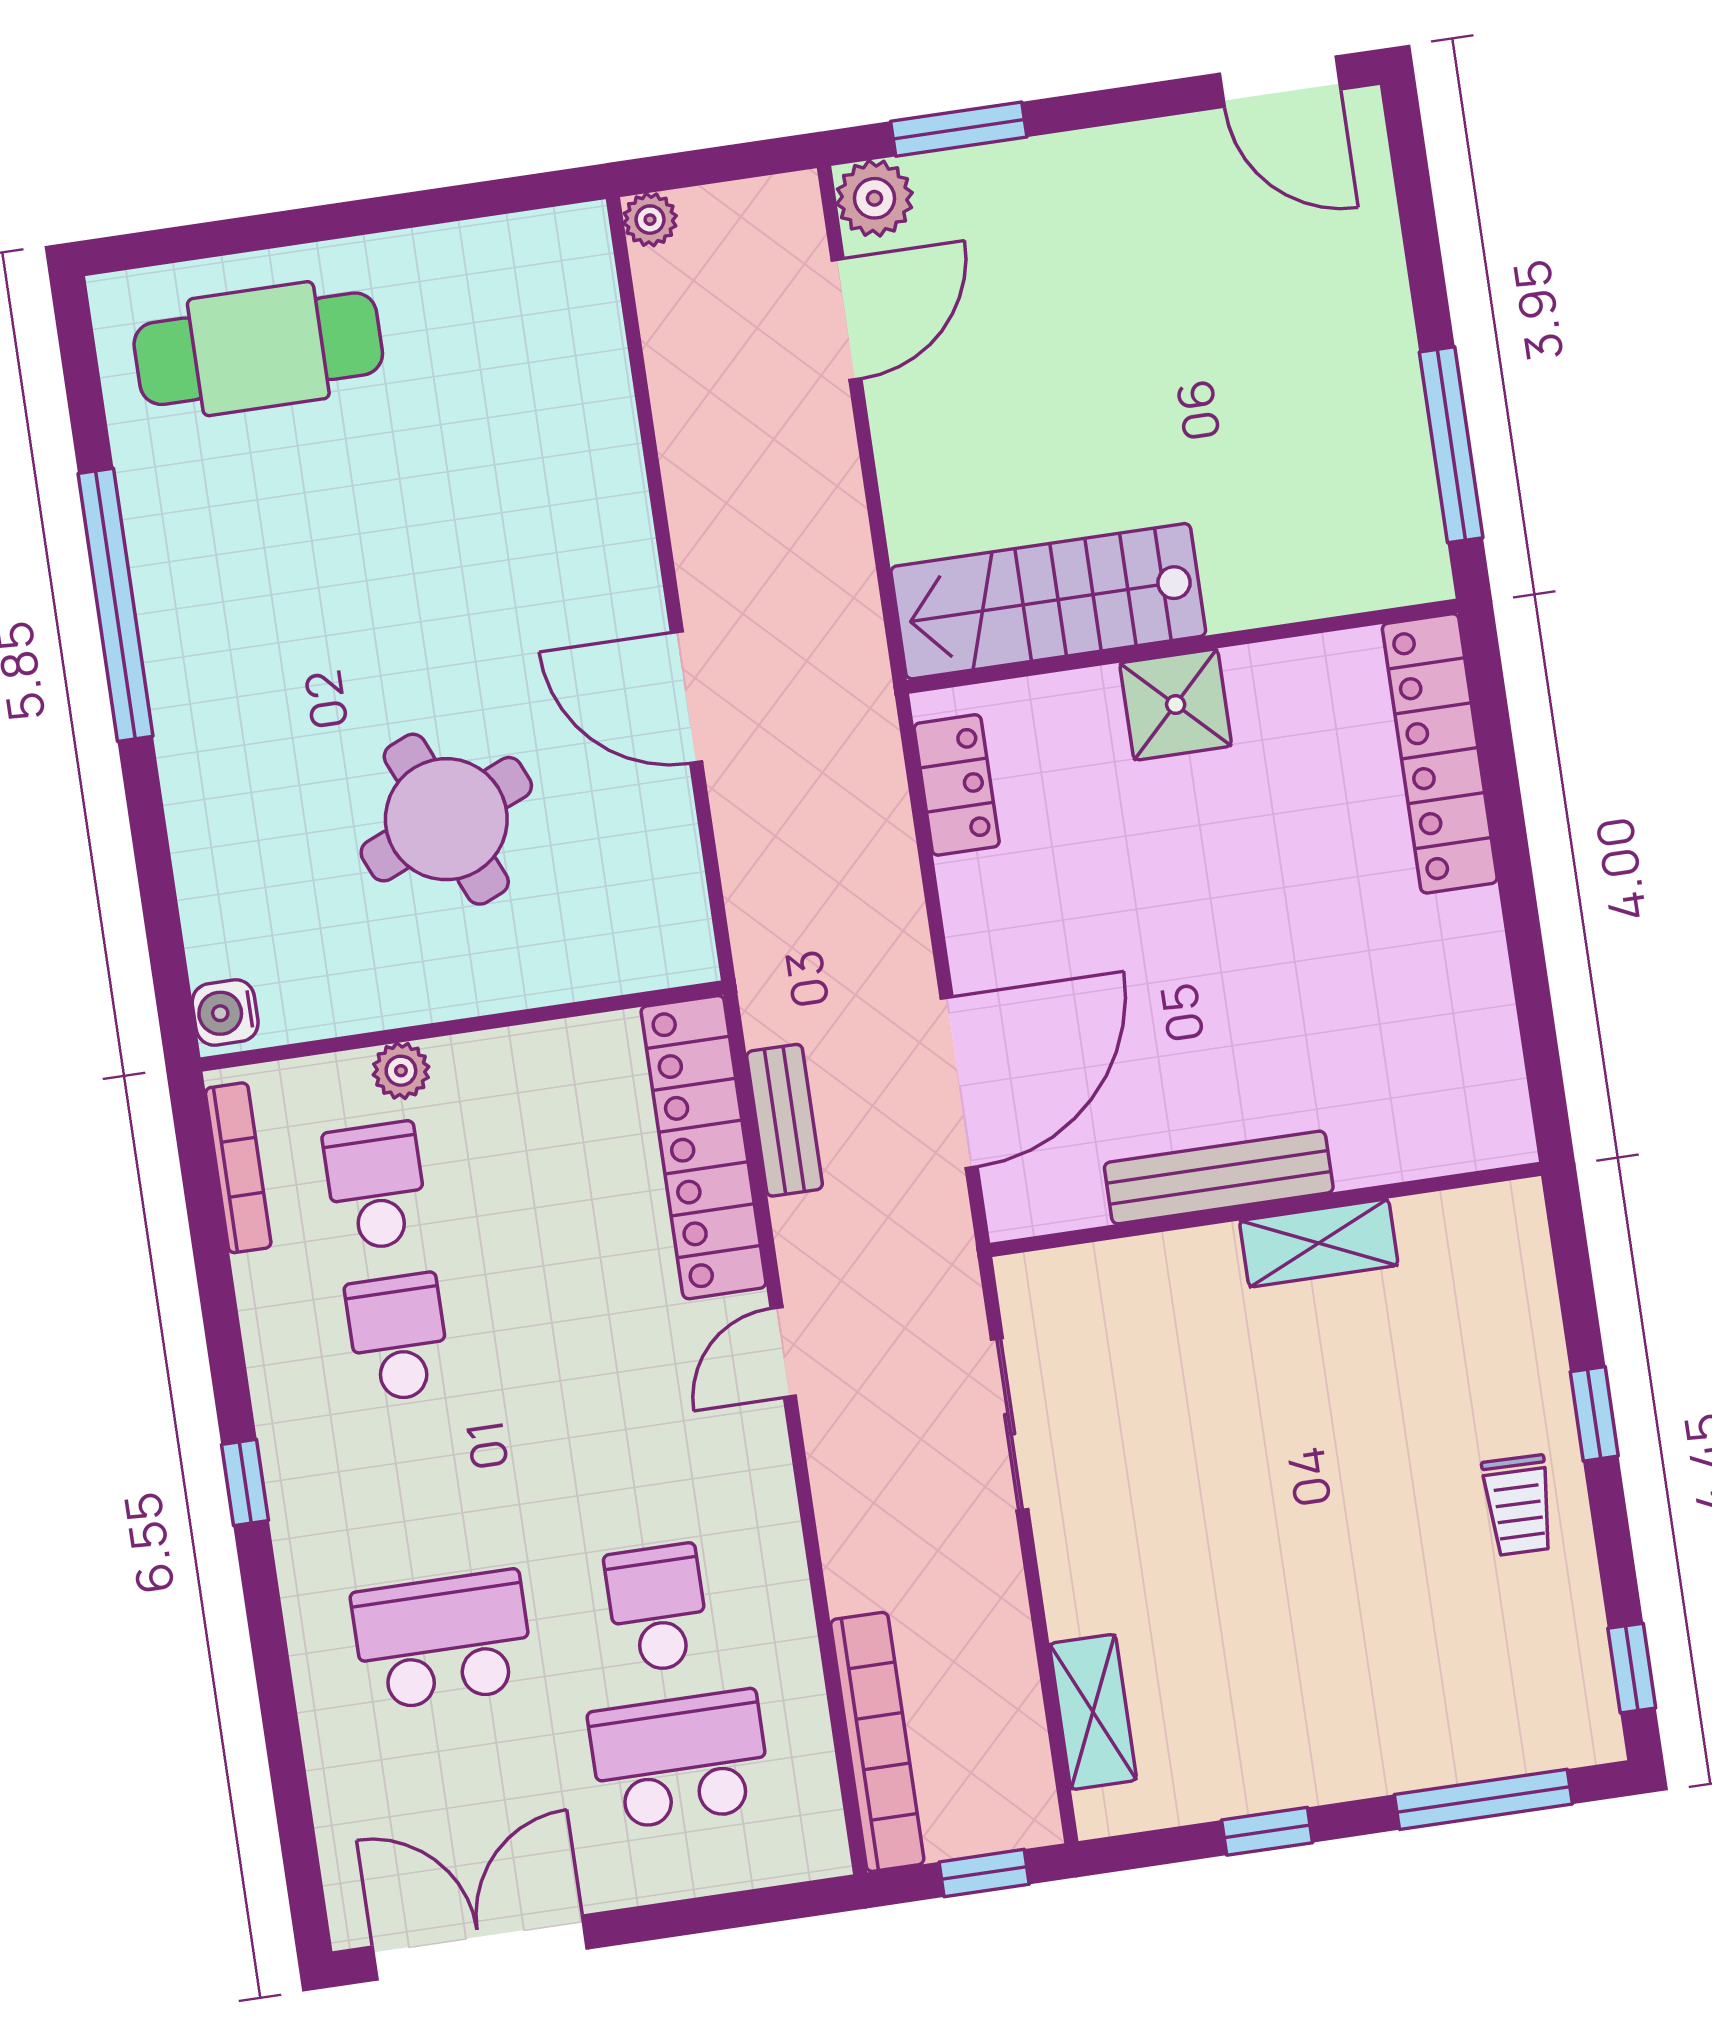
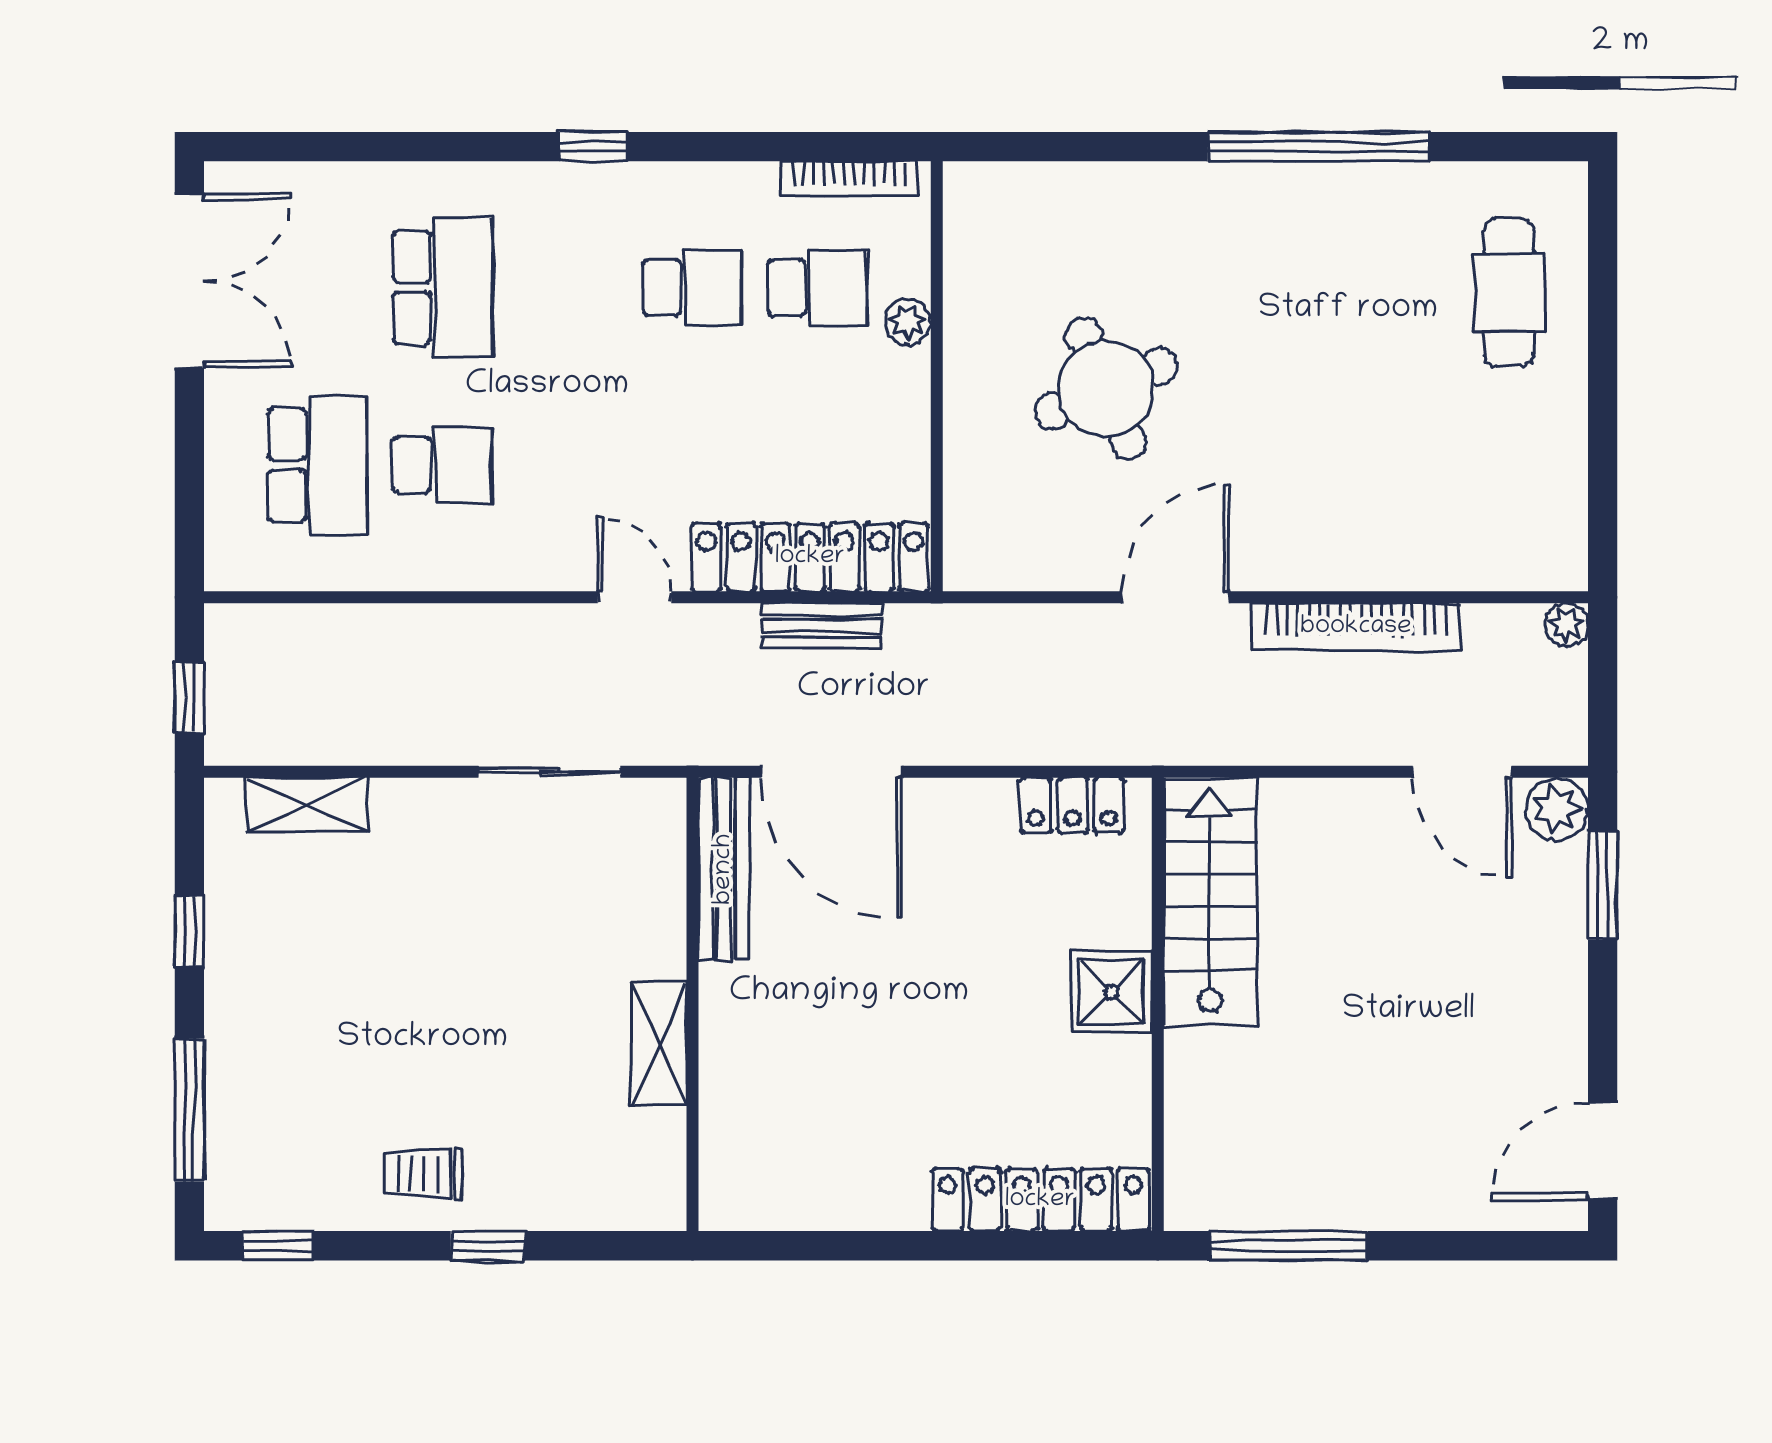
cafe table: (258, 349) -> (1509, 293), width x0.73, depth x0.74
water cooler: (225, 1012) -> (976, 187), removed
bench: (1219, 1178) -> (724, 869), moved
bookcase: (877, 1742) -> (1356, 627), moved

